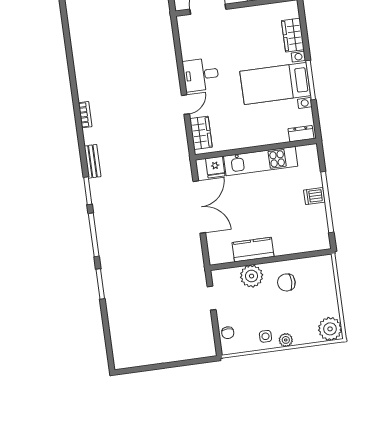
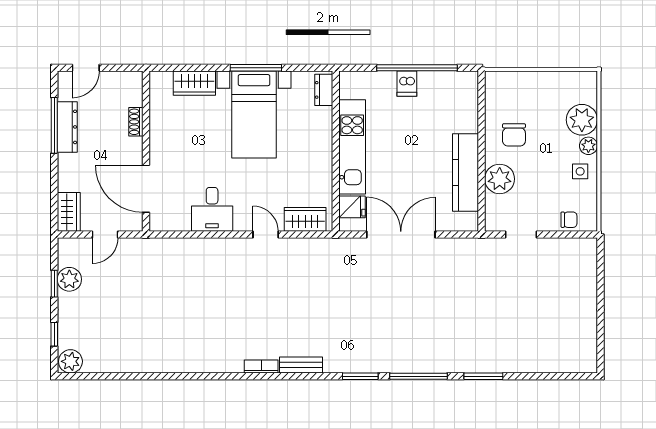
desk: (201, 75) -> (212, 209), moved
bench: (92, 161) -> (301, 365), moved
kitchen counter: (253, 250) -> (466, 172), width x1.50
plant: (330, 329) -> (582, 120), moved

